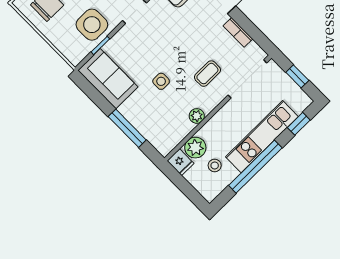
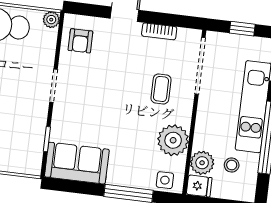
side table: (92, 25) -> (25, 127), removed
side table: (161, 81) -> (165, 180), moved
plant: (197, 116) -> (173, 140), width x1.87, depth x1.87

